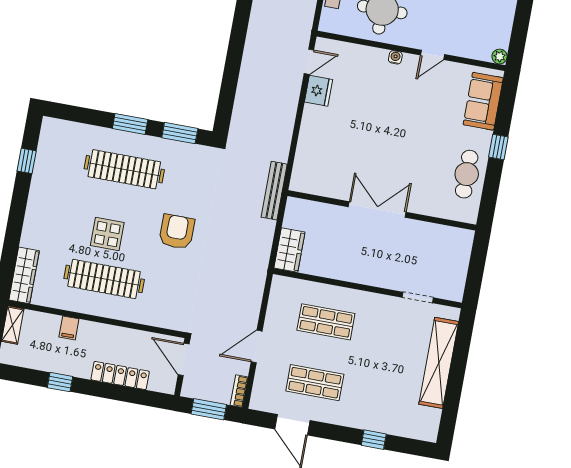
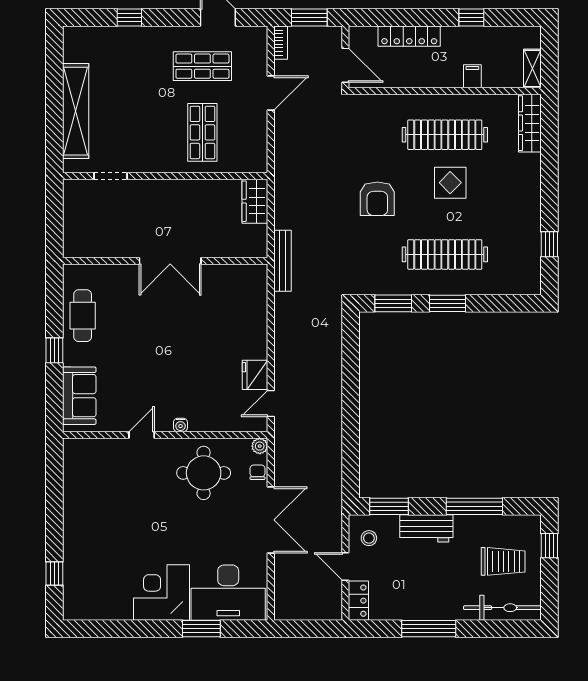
plant: (500, 56) -> (260, 446), moved
shop shelf: (326, 322) -> (202, 132), turned 90

